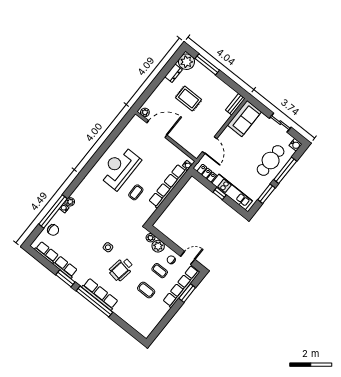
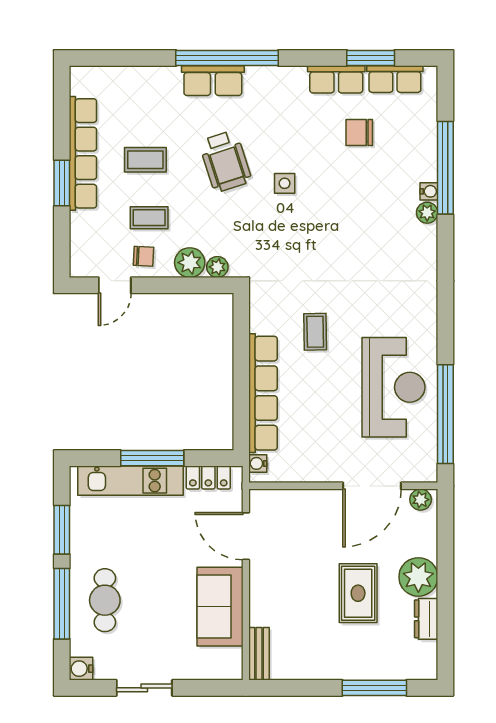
plant: (186, 62) -> (418, 577), moved
rug: (188, 99) -> (358, 593), turned 90
sofa: (244, 118) -> (220, 607), moved
window: (115, 133) -> (445, 414), added
cafe table: (271, 160) -> (105, 600), width x0.73, depth x0.74
reception desk: (120, 168) -> (393, 387), moved
window: (220, 194) -> (152, 458), width x2.17
chair: (53, 230) -> (359, 132), moved
wheelchair: (121, 269) -> (225, 161), turned 153
window: (65, 278) -> (371, 58), moved
row of seats: (181, 287) -> (83, 153), moved
window: (187, 293) -> (62, 183), moved
row of seats: (100, 294) -> (213, 81), width x0.68

